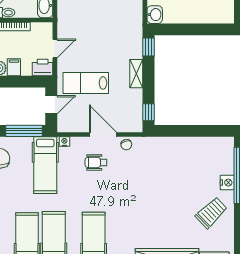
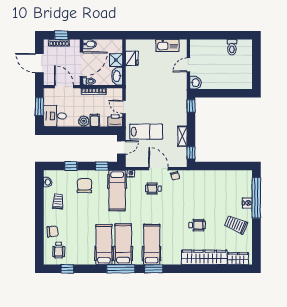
door: (55, 48) -> (124, 107), swing flipped
shelving: (136, 74) -> (182, 136), moved
lab bench: (86, 83) -> (146, 132), turned 180
window: (24, 131) -> (102, 166), width x0.46
trolley: (211, 213) -> (236, 225), turned -113
wheelchair: (157, 214) -> (197, 225), added

